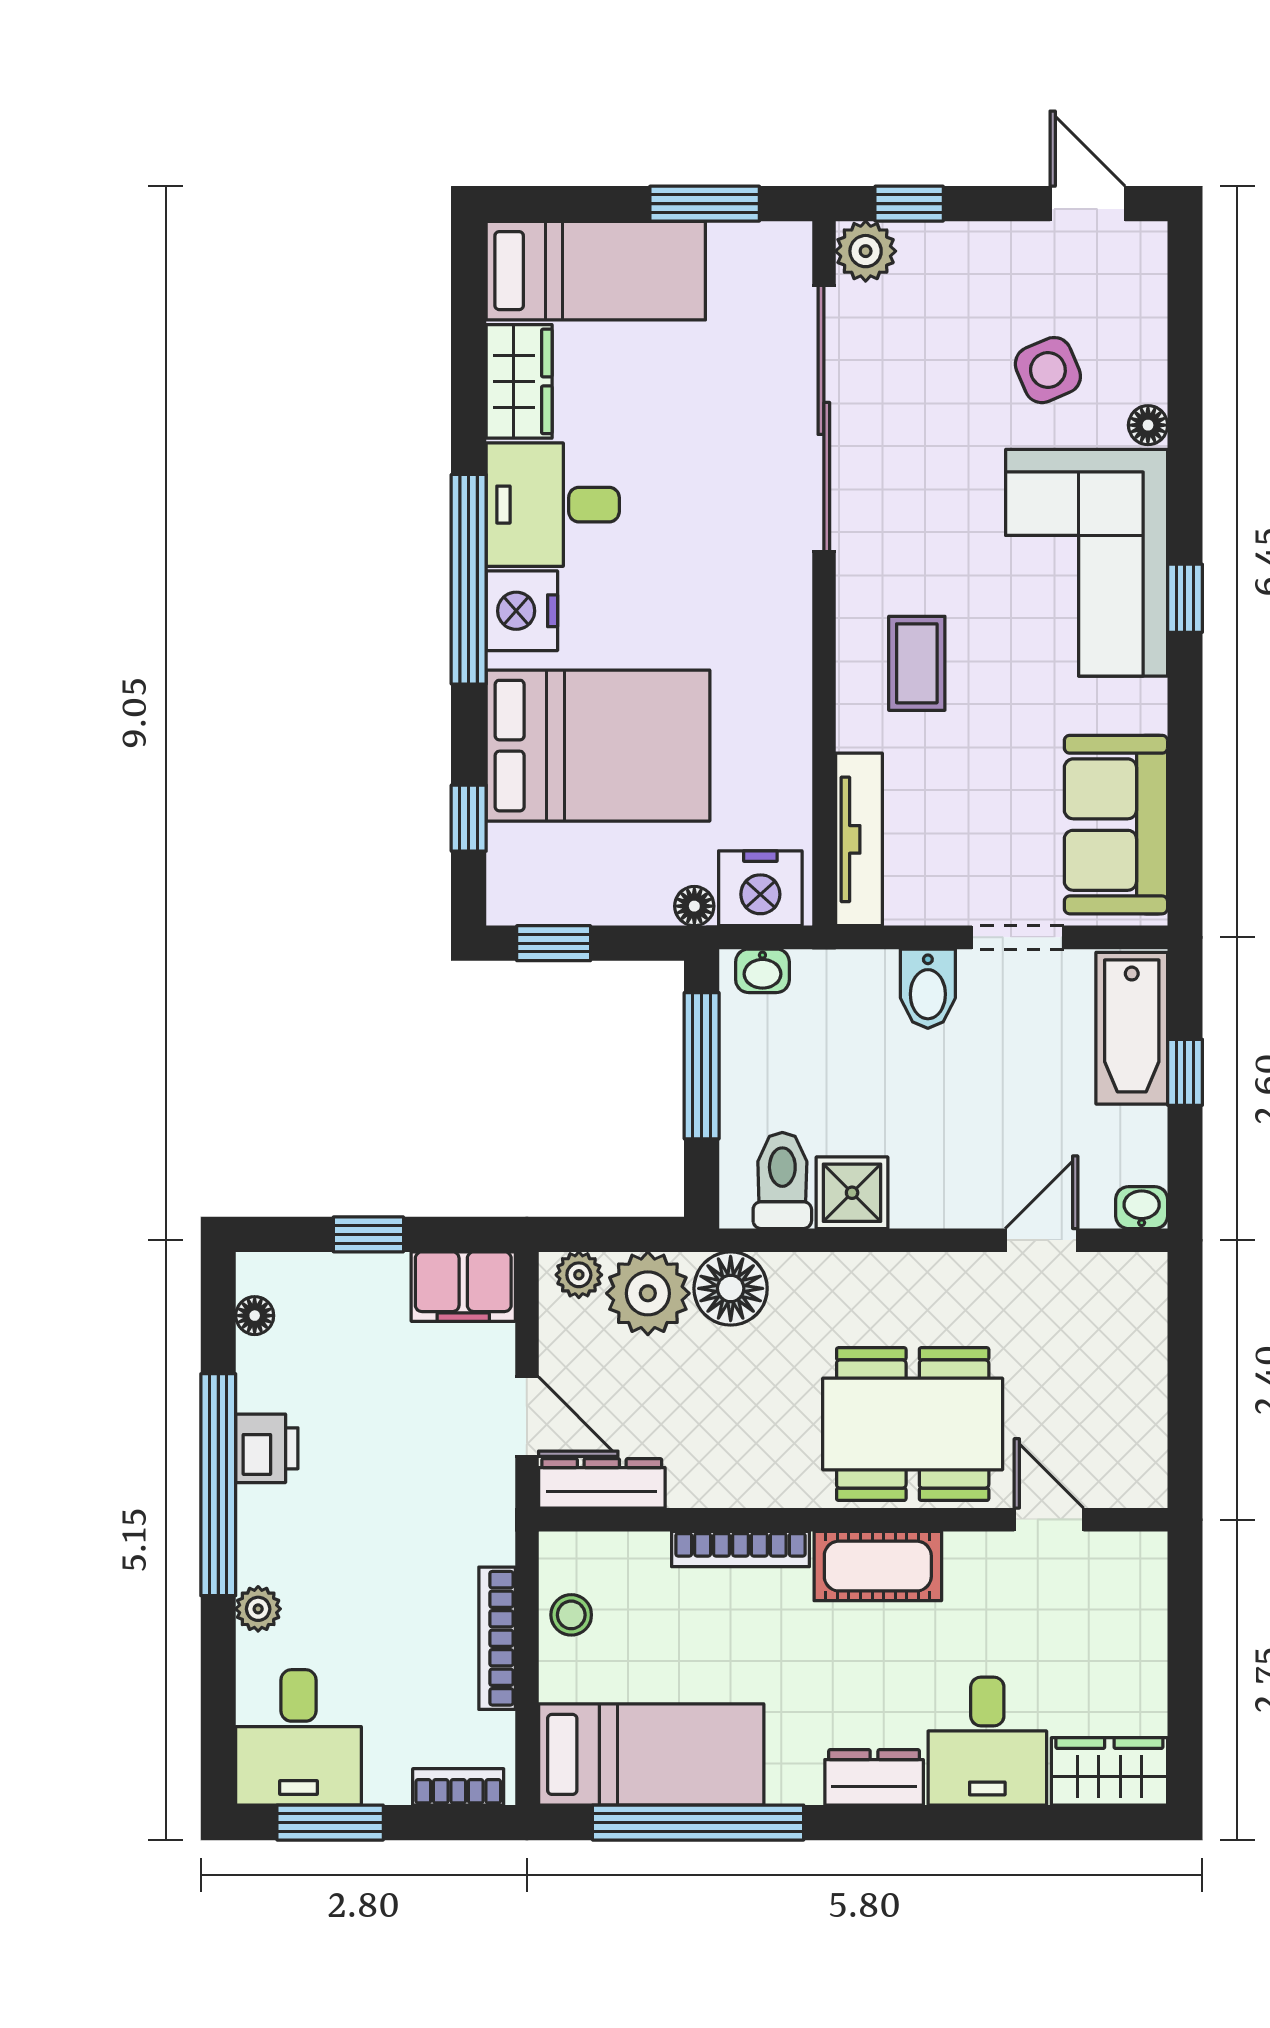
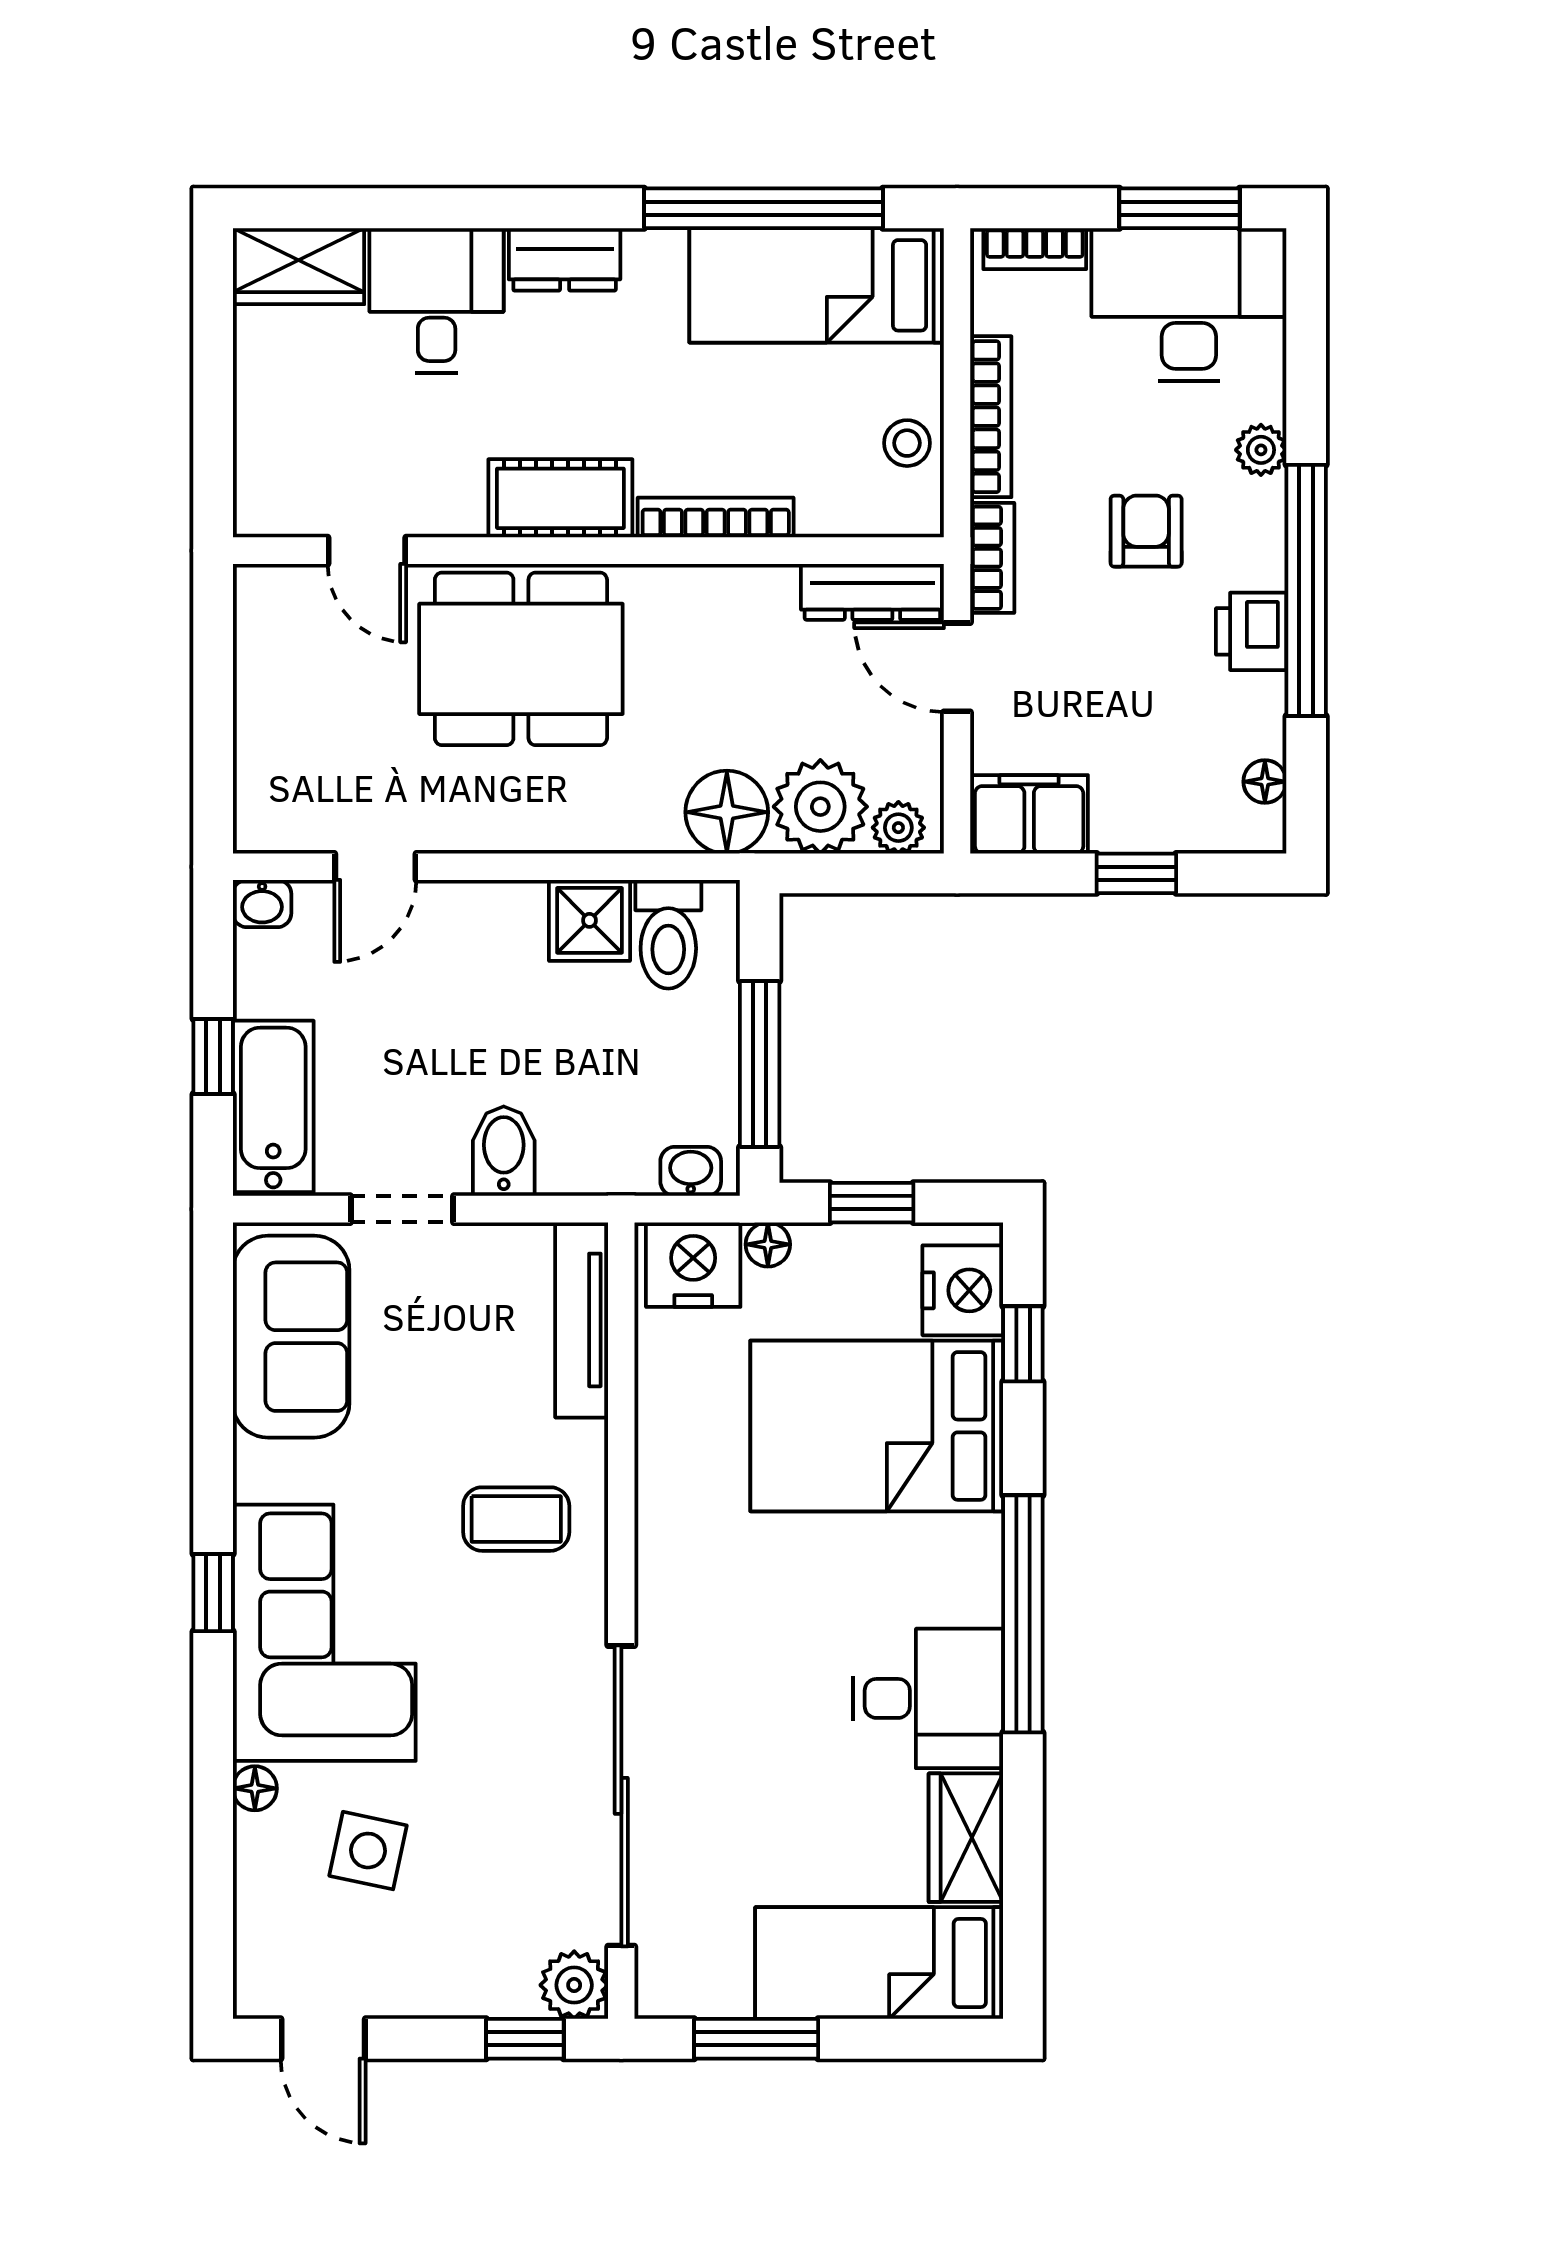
side table: (1048, 370) -> (368, 1851), turned 35
nightstand: (522, 611) -> (963, 1290), moved
coffee table: (917, 663) -> (516, 1519), turned 90
window: (554, 943) -> (872, 1203), moved
bookcase: (496, 1513) -> (992, 558), added
armchair: (360, 1537) -> (1146, 531), added
desk: (299, 1737) -> (1189, 305), width x1.37

